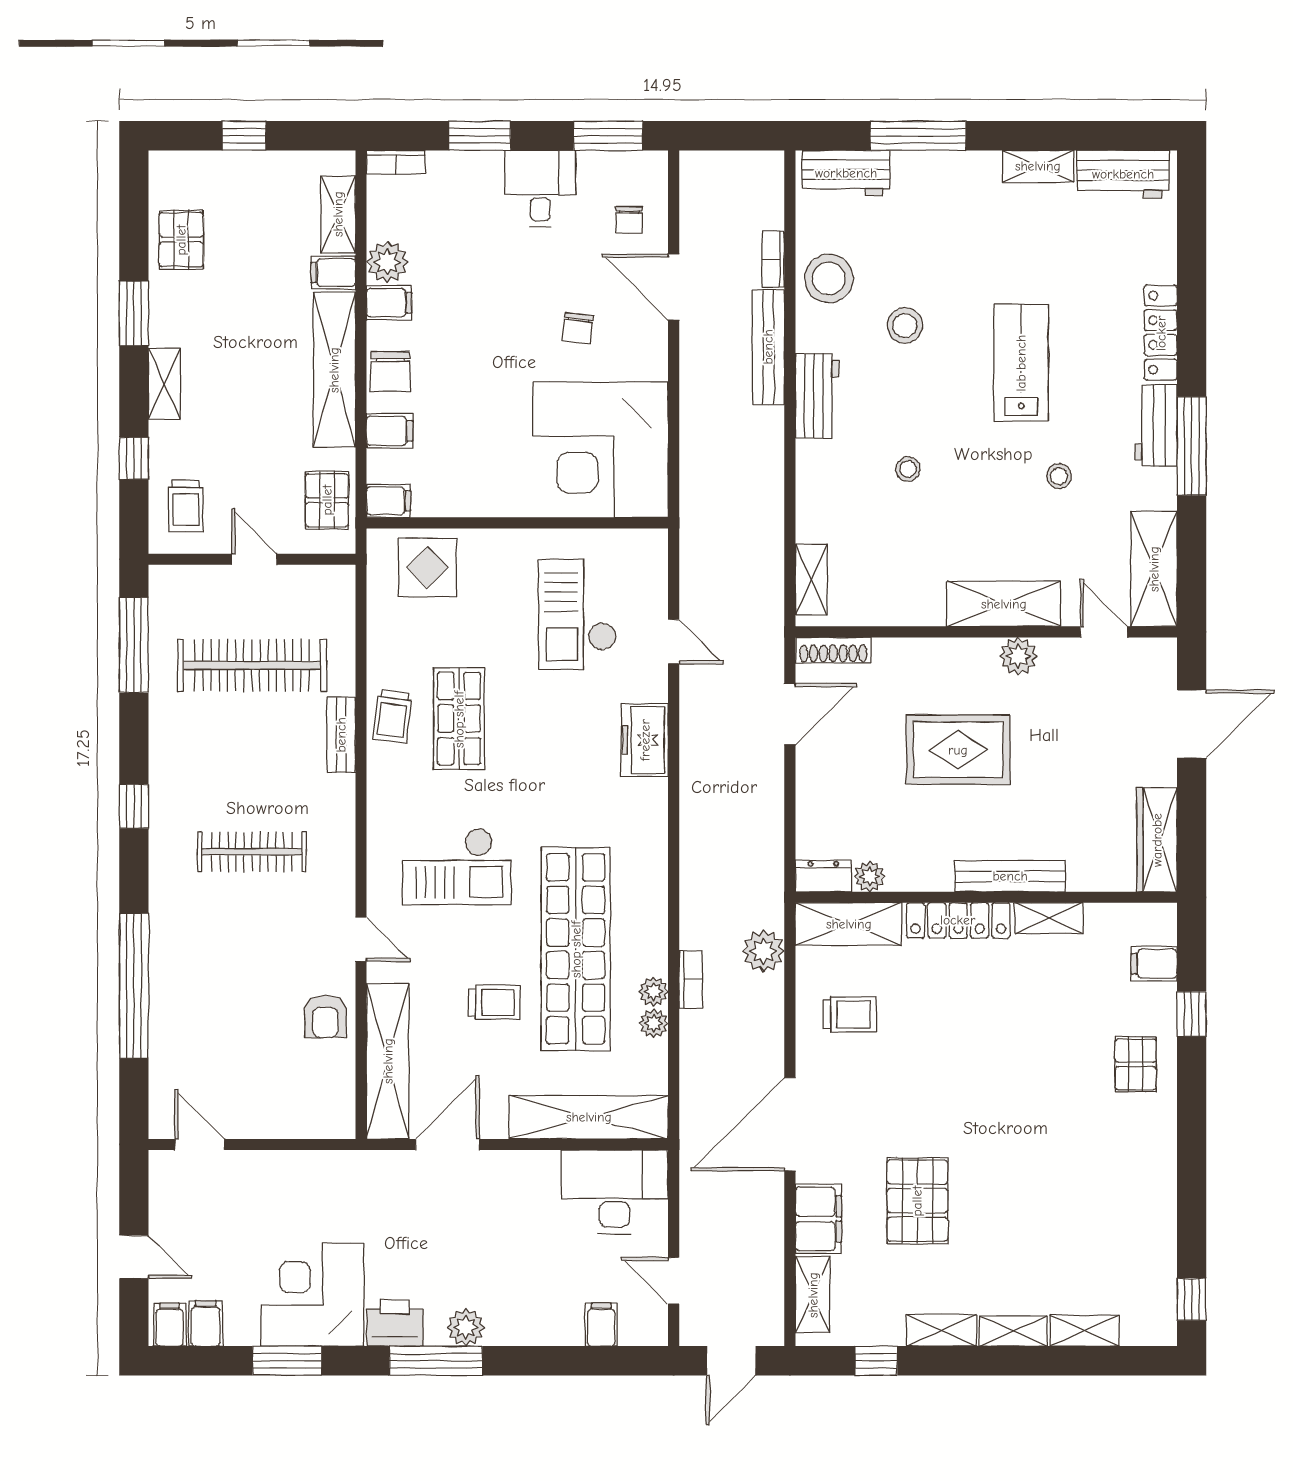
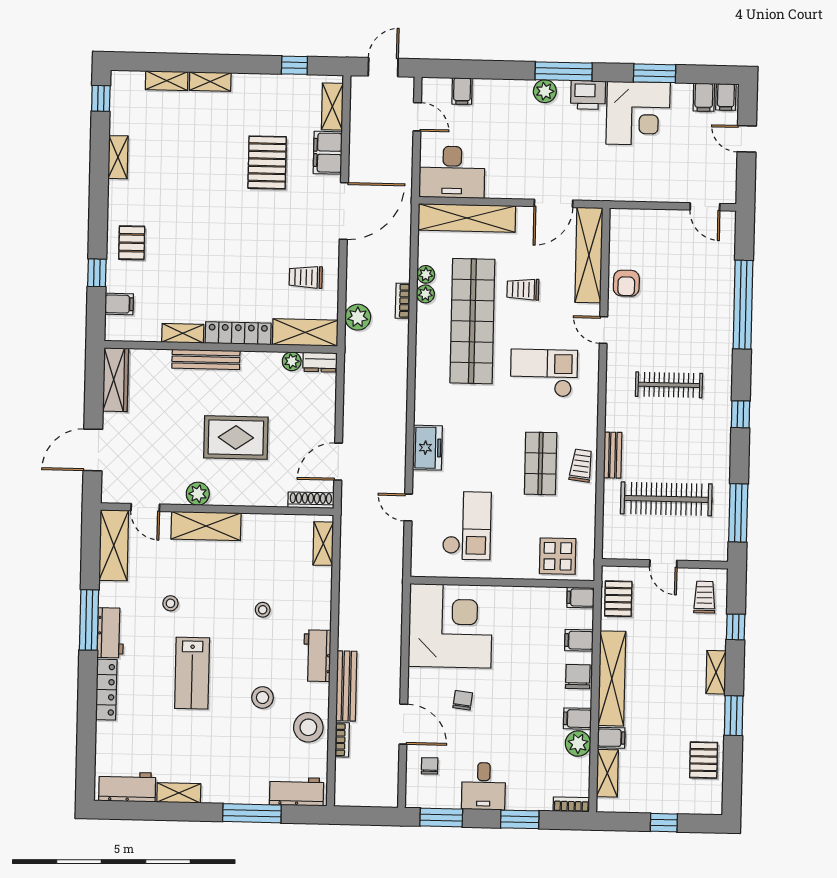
armchair: (325, 1017) -> (626, 283), turned 180
shelving: (941, 1330) -> (118, 157), moved, turned 90

